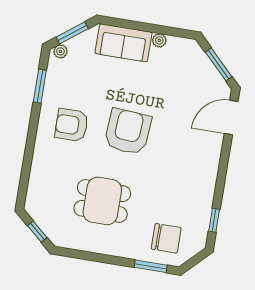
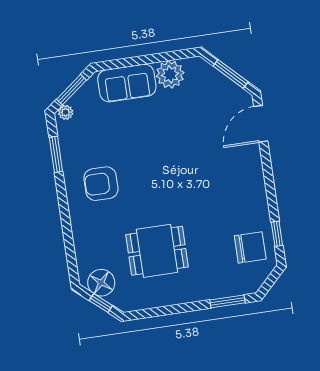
plant: (159, 40) -> (170, 74), width x1.88, depth x1.88
armchair: (128, 132) -> (160, 172), removed
floor lamp: (43, 213) -> (101, 283), added
chair: (166, 238) -> (250, 247), moved

